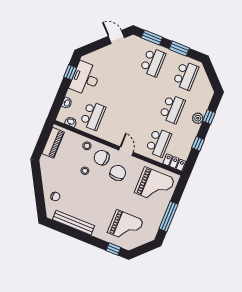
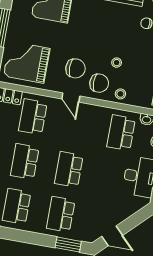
window: (179, 49) -> (32, 238), removed
school desk: (139, 96) -> (69, 169), added
chair: (118, 173) -> (75, 68), turned -90

